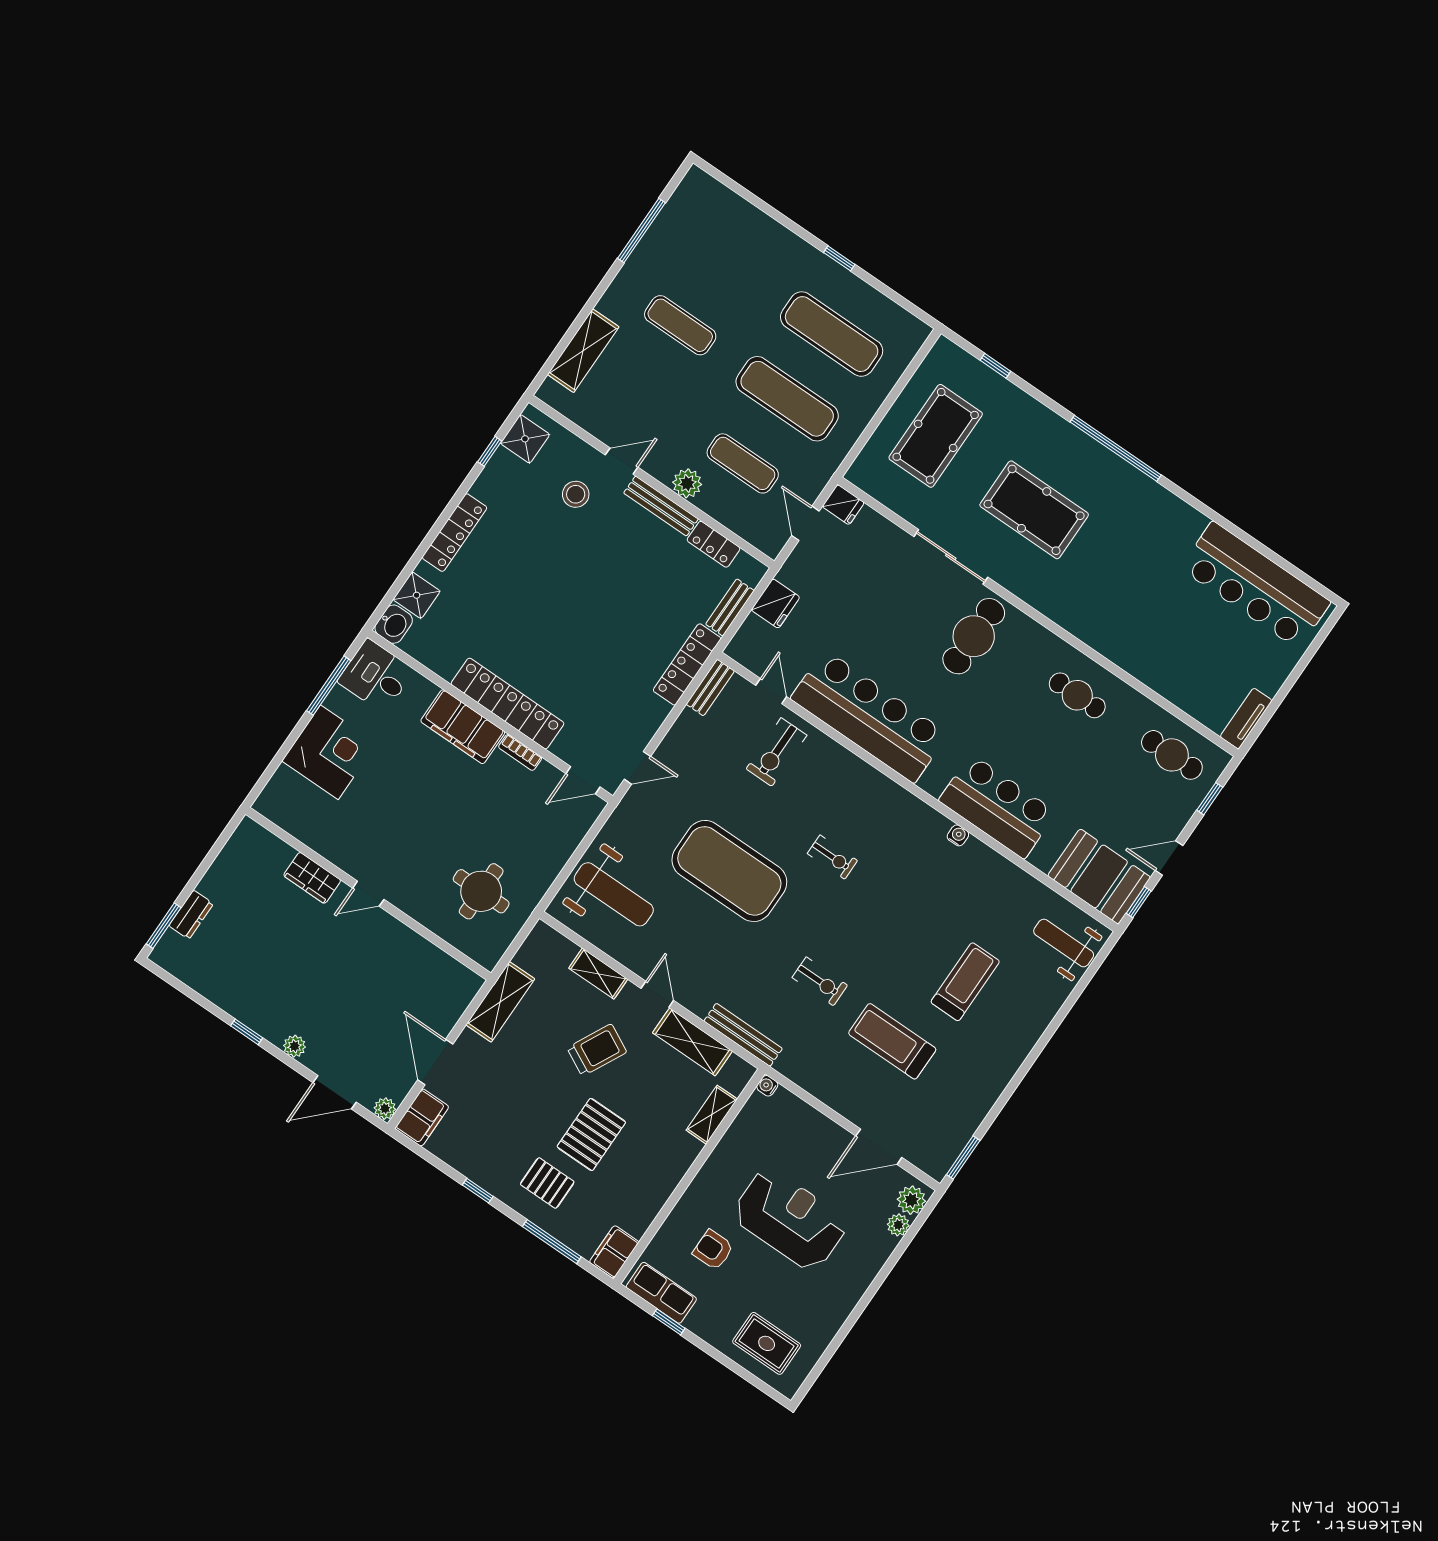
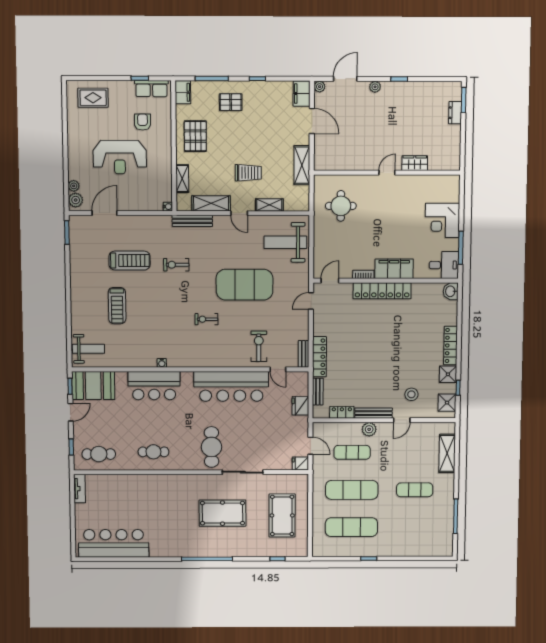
shower: (417, 595) -> (448, 374), moved
trolley: (597, 1050) -> (248, 173), turned -117
pallet: (591, 1134) -> (195, 136), moved
armchair: (713, 1250) -> (143, 122), turned -90

